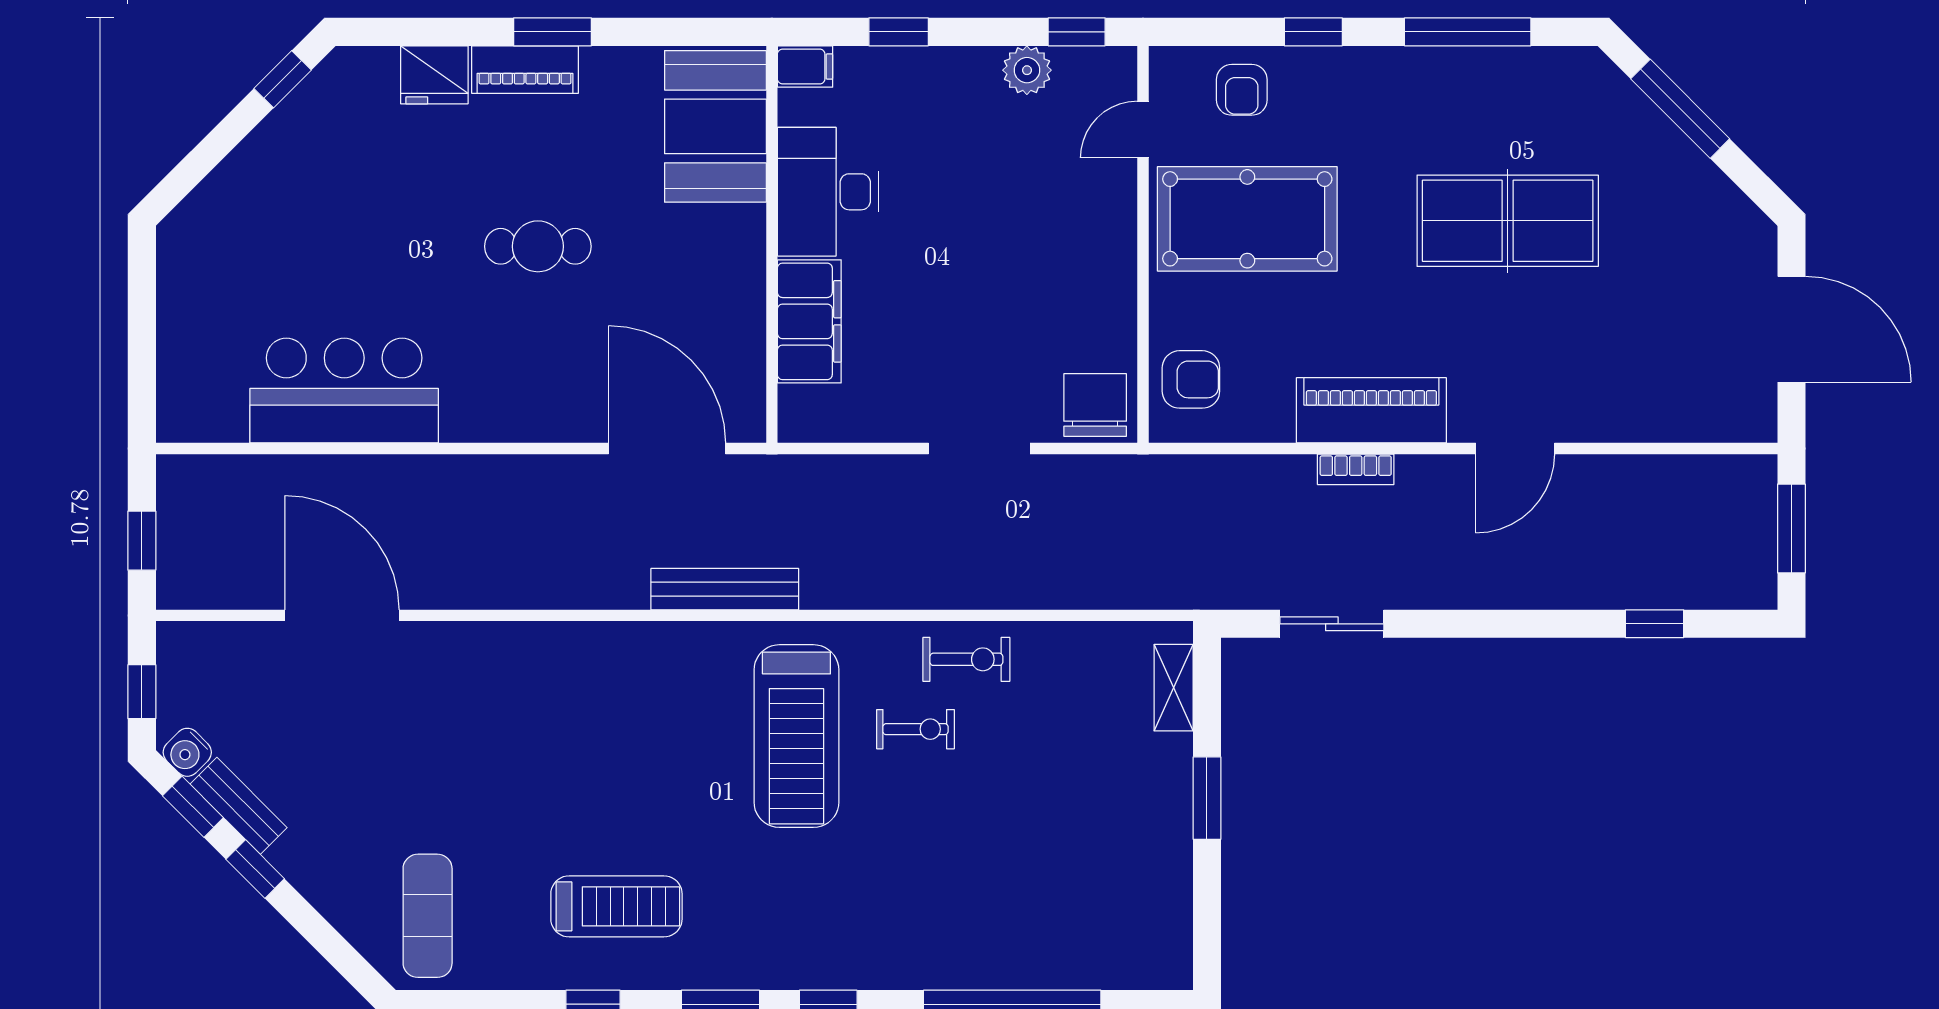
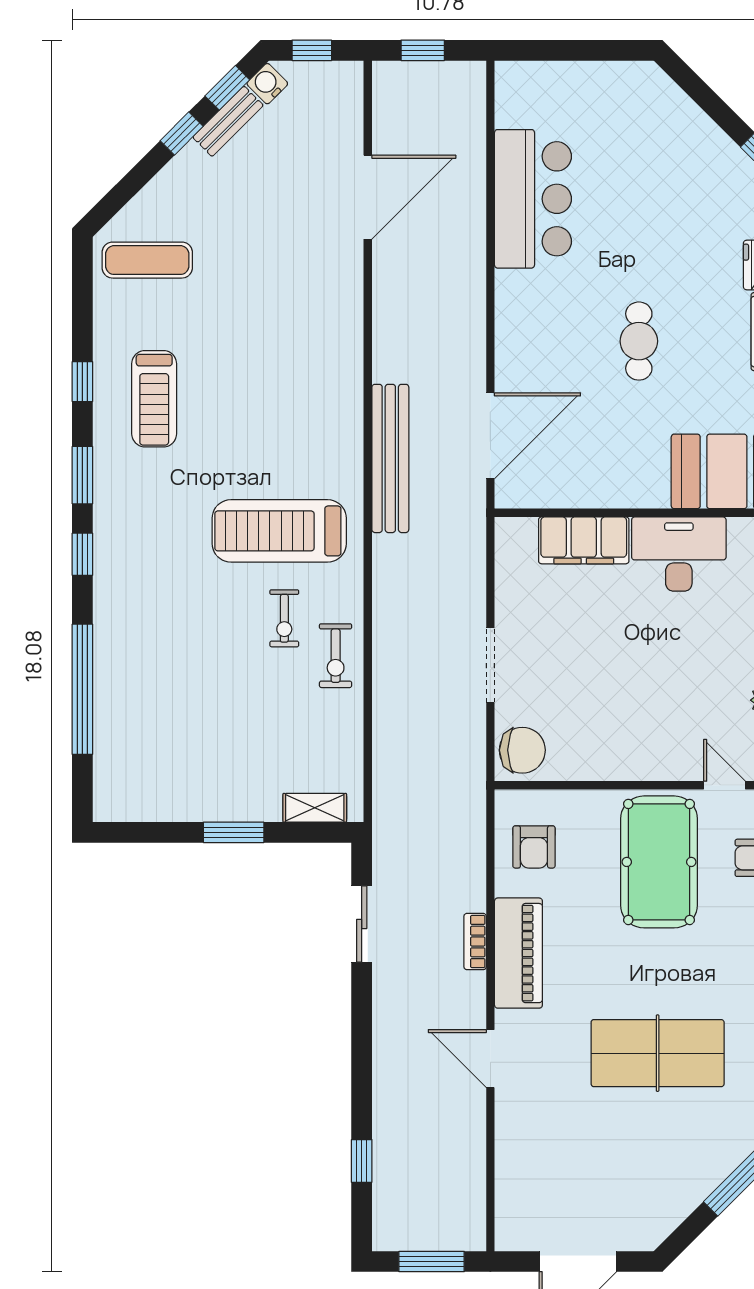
table tennis table: (1508, 221) -> (658, 1053), turned 90
armchair: (1191, 379) -> (534, 847), moved
bench: (725, 589) -> (390, 458), width x1.37, depth x1.21

